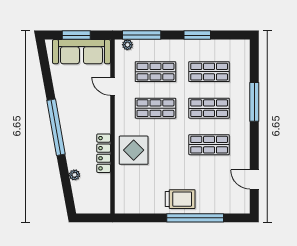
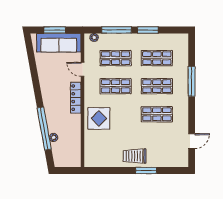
window: (142, 35) -> (117, 30), moved
window: (56, 127) -> (44, 129), moved
locker: (104, 153) -> (76, 98), moved
door: (254, 180) -> (192, 141), swing flipped
trolley: (180, 199) -> (135, 156), turned 180
window: (195, 218) -> (146, 170), width x0.47

